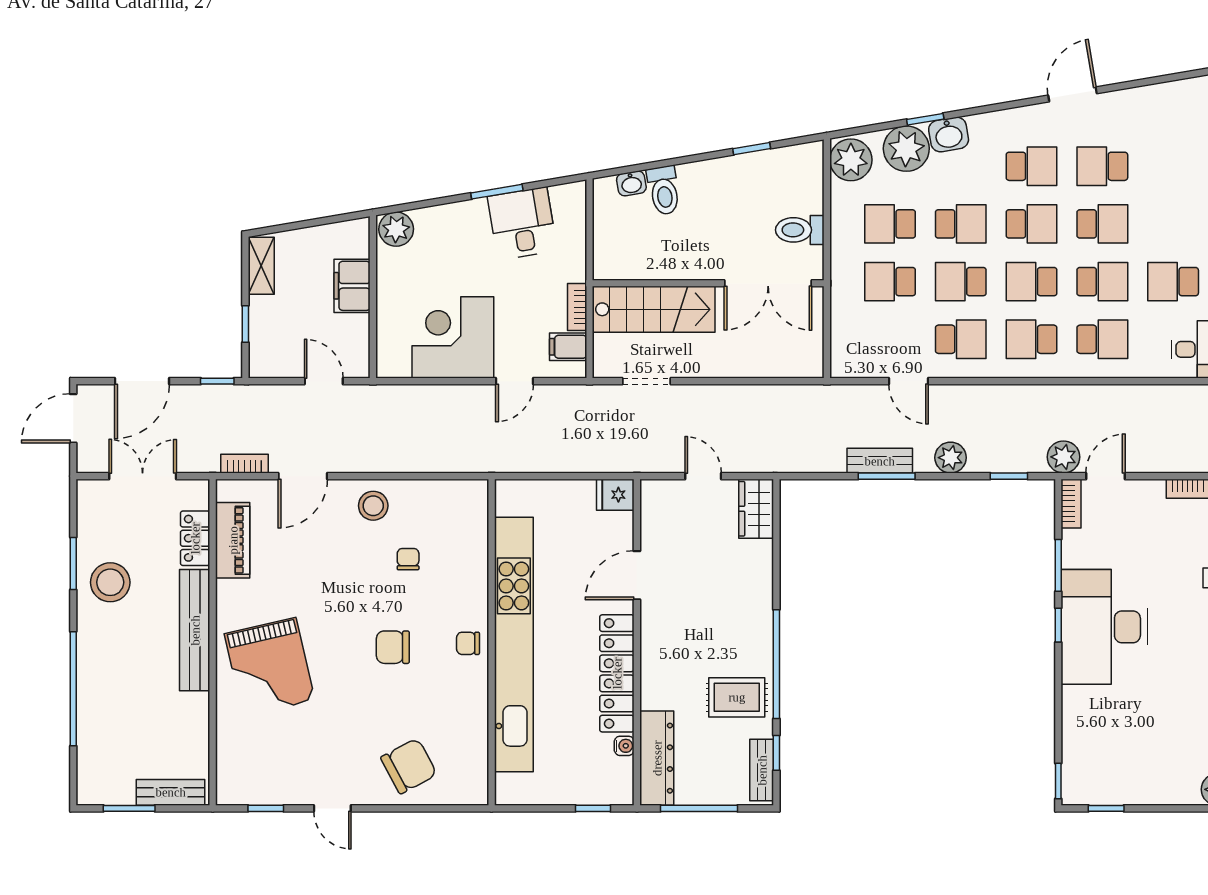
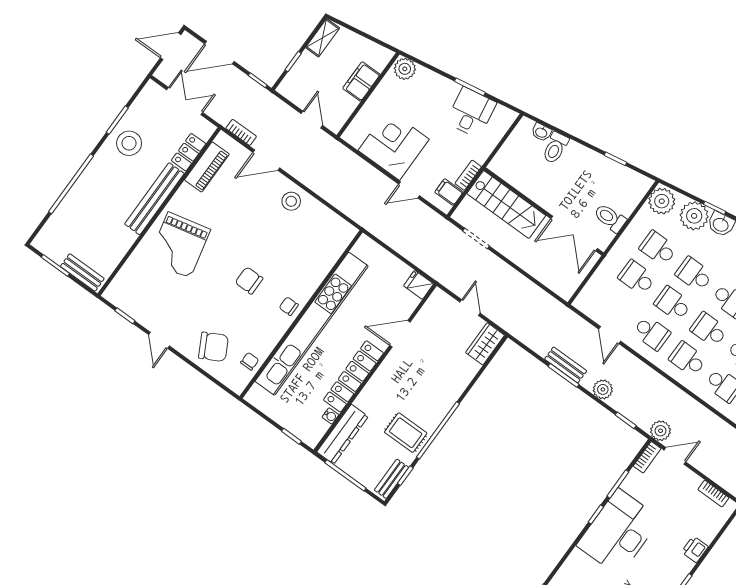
school desk: (961, 224) -> (694, 274), turned 180
chair: (408, 559) -> (250, 361), moved

